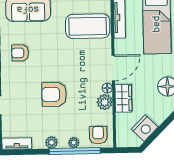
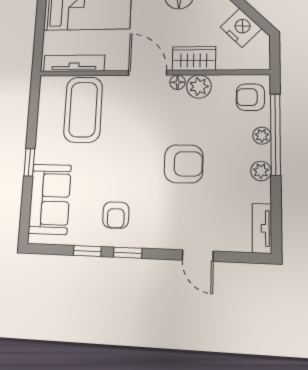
armchair: (54, 94) -> (184, 164), turned -90

